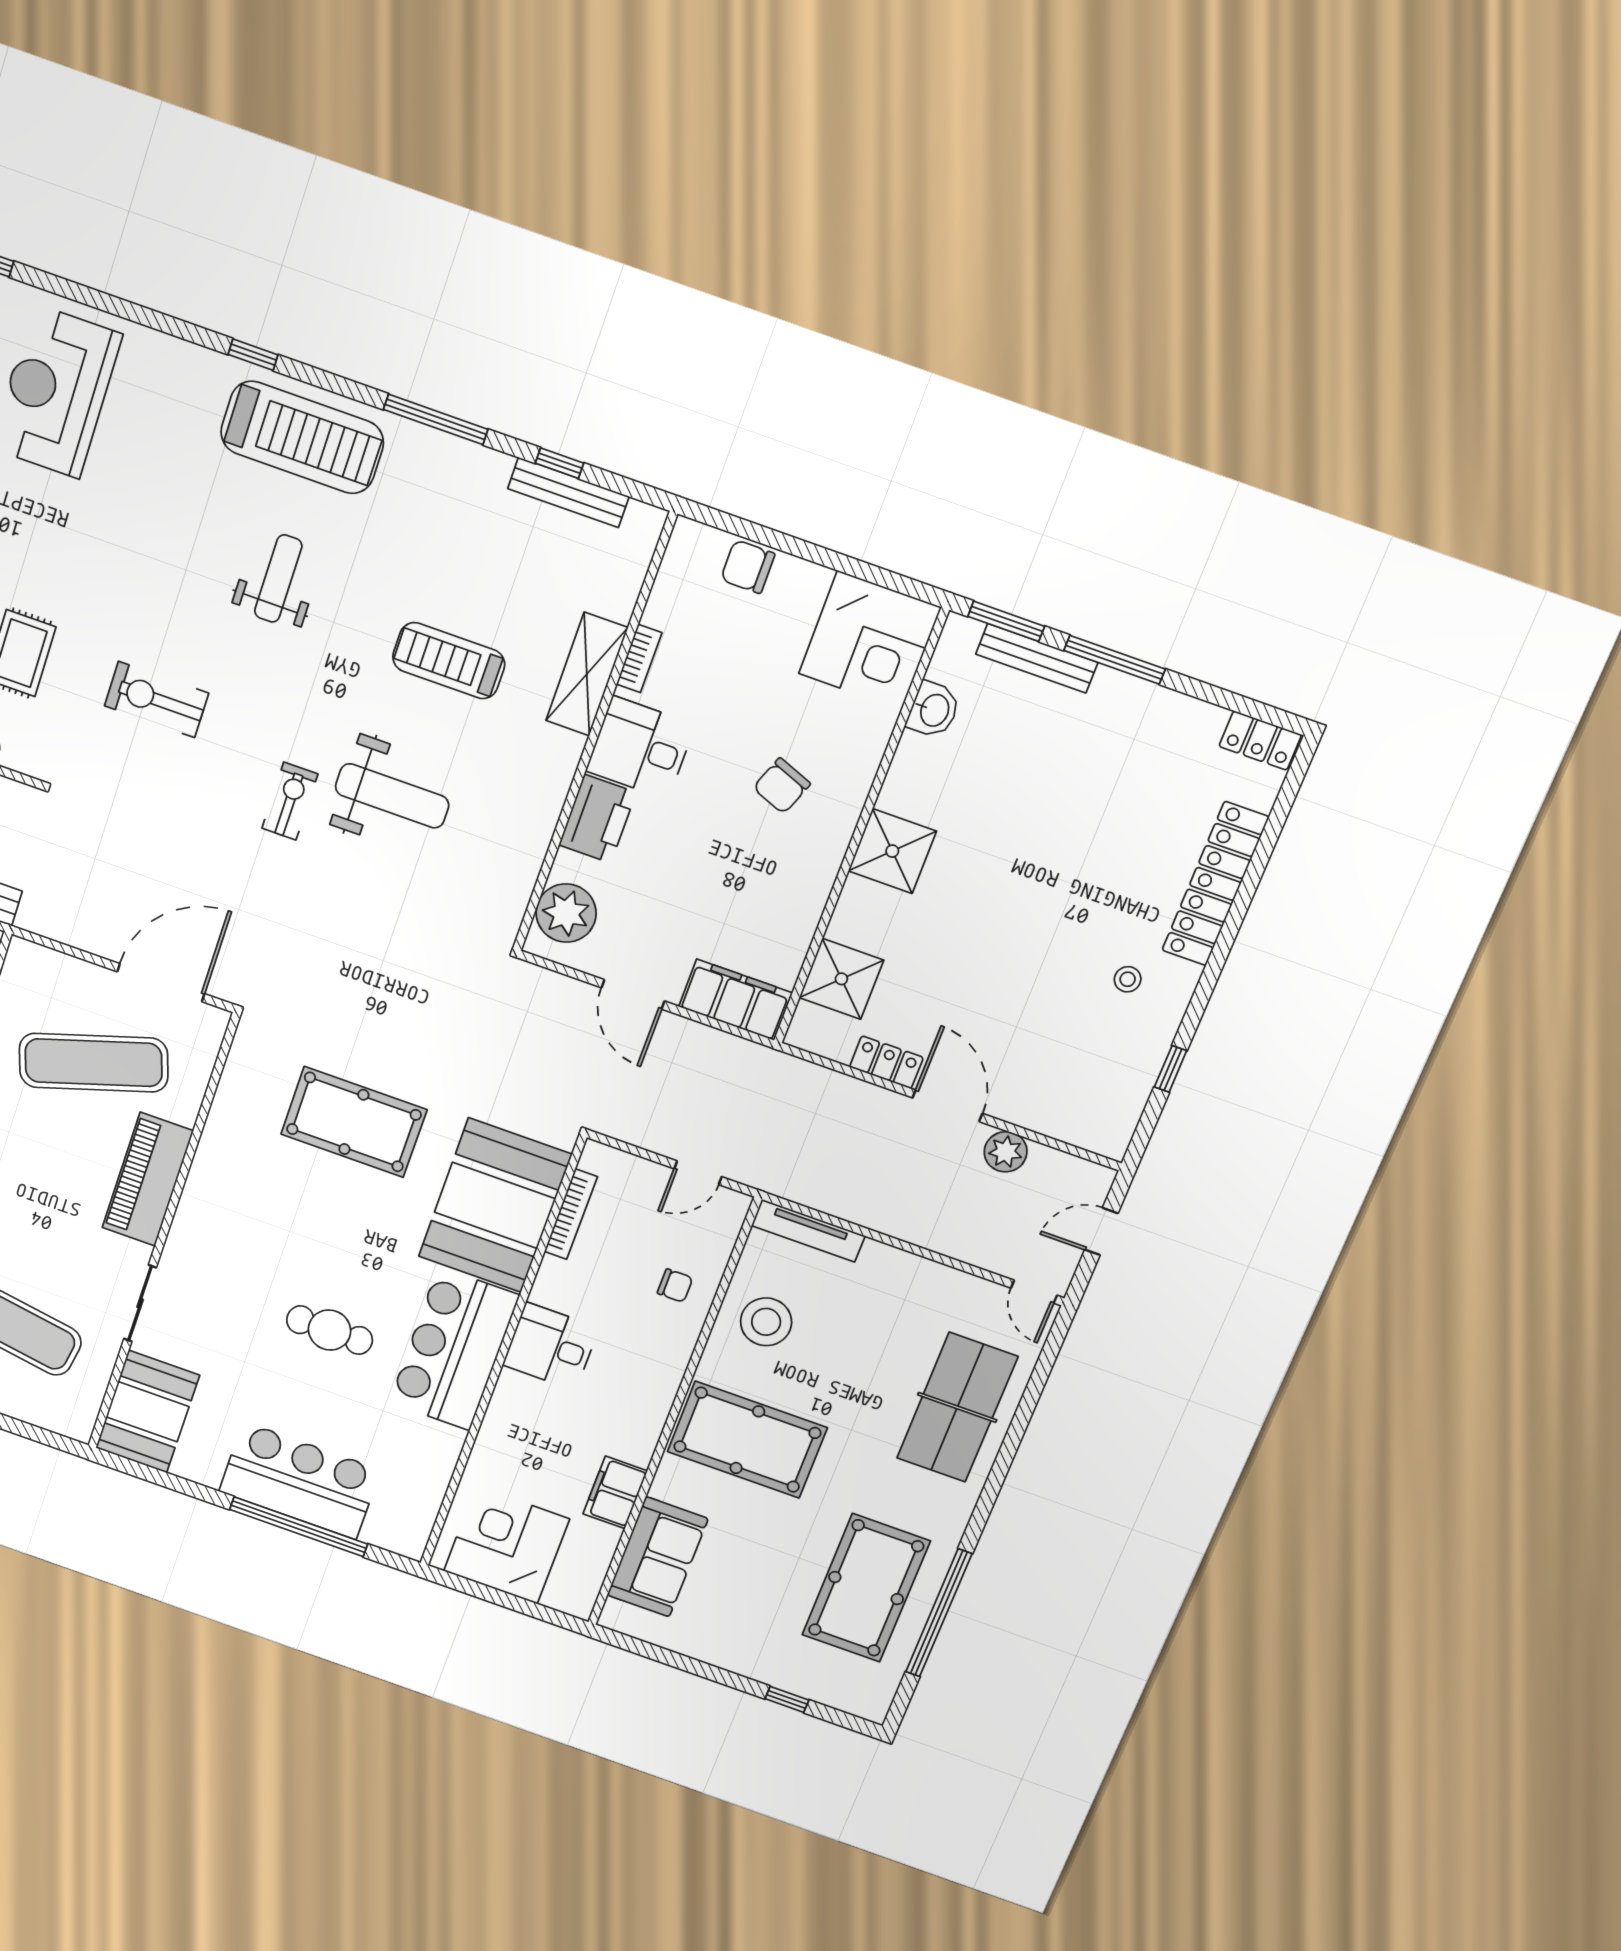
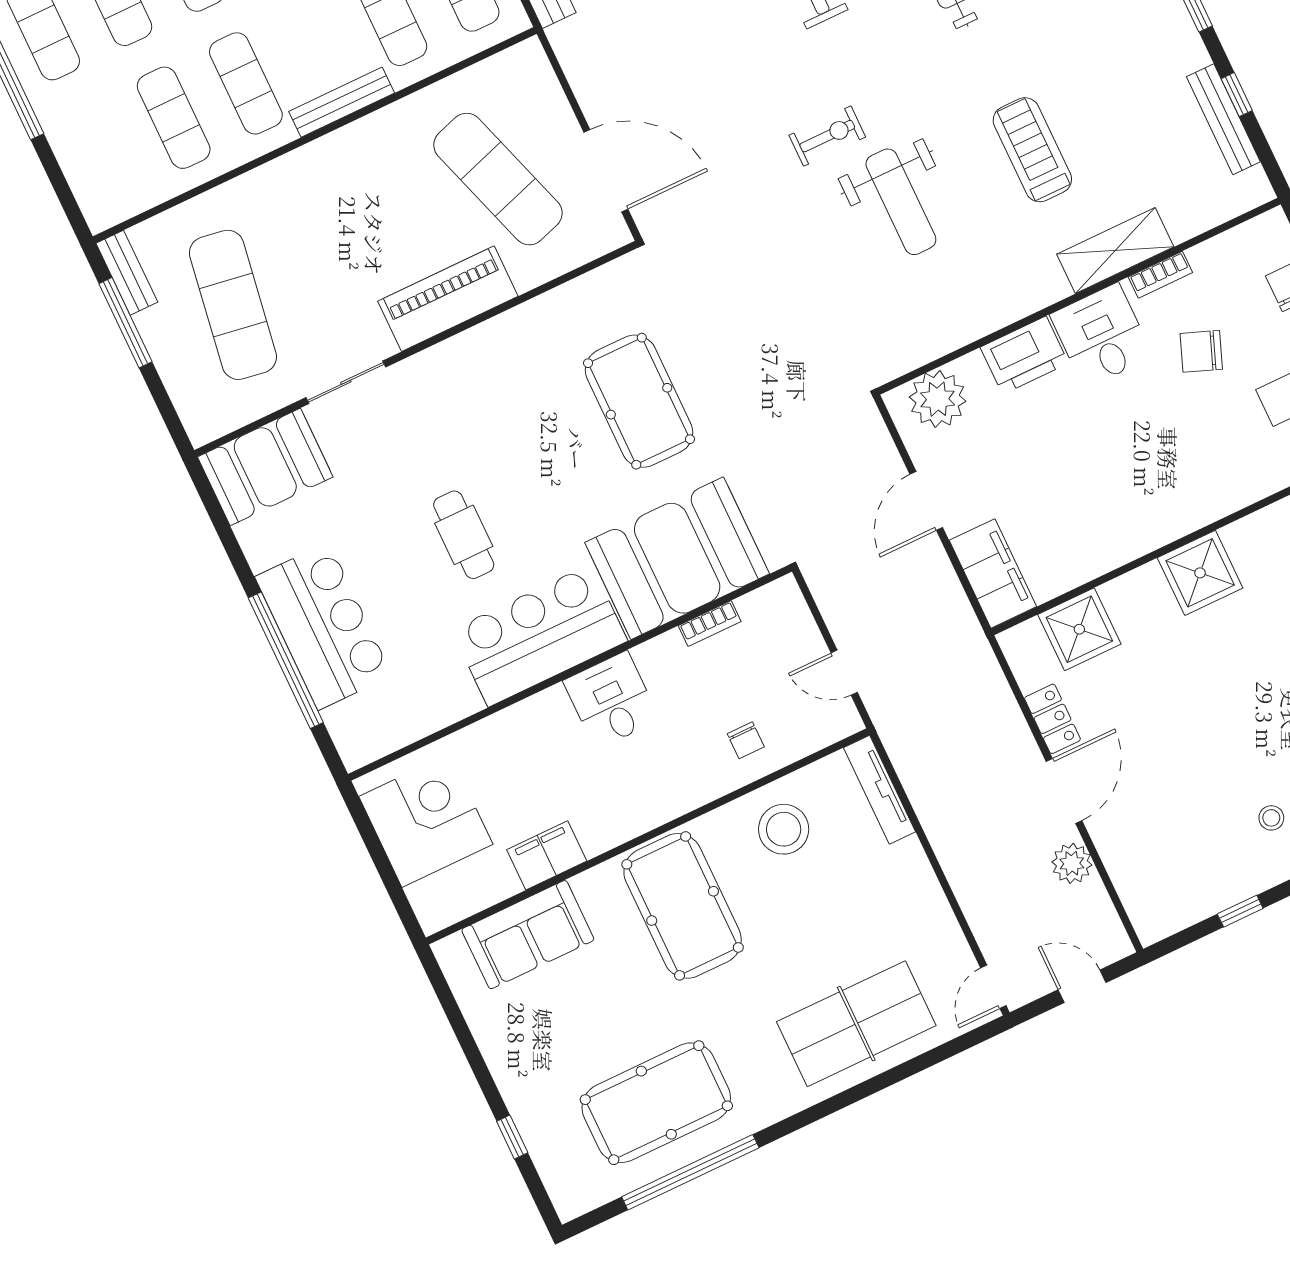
chair: (782, 786) -> (1201, 351), moved
bookcase: (571, 1214) -> (710, 624), width x0.64

